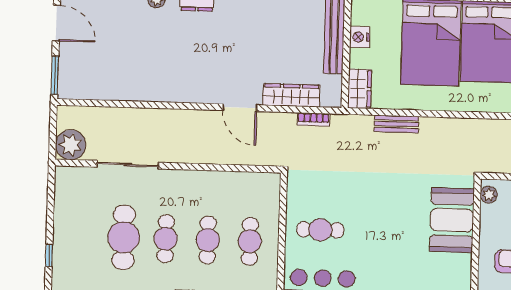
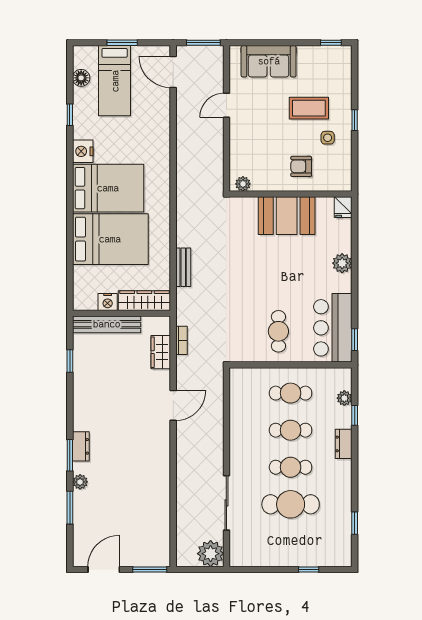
wardrobe: (360, 89) -> (144, 301), width x1.50
wardrobe: (291, 95) -> (161, 352), width x0.67
booth: (452, 220) -> (287, 216), moved

